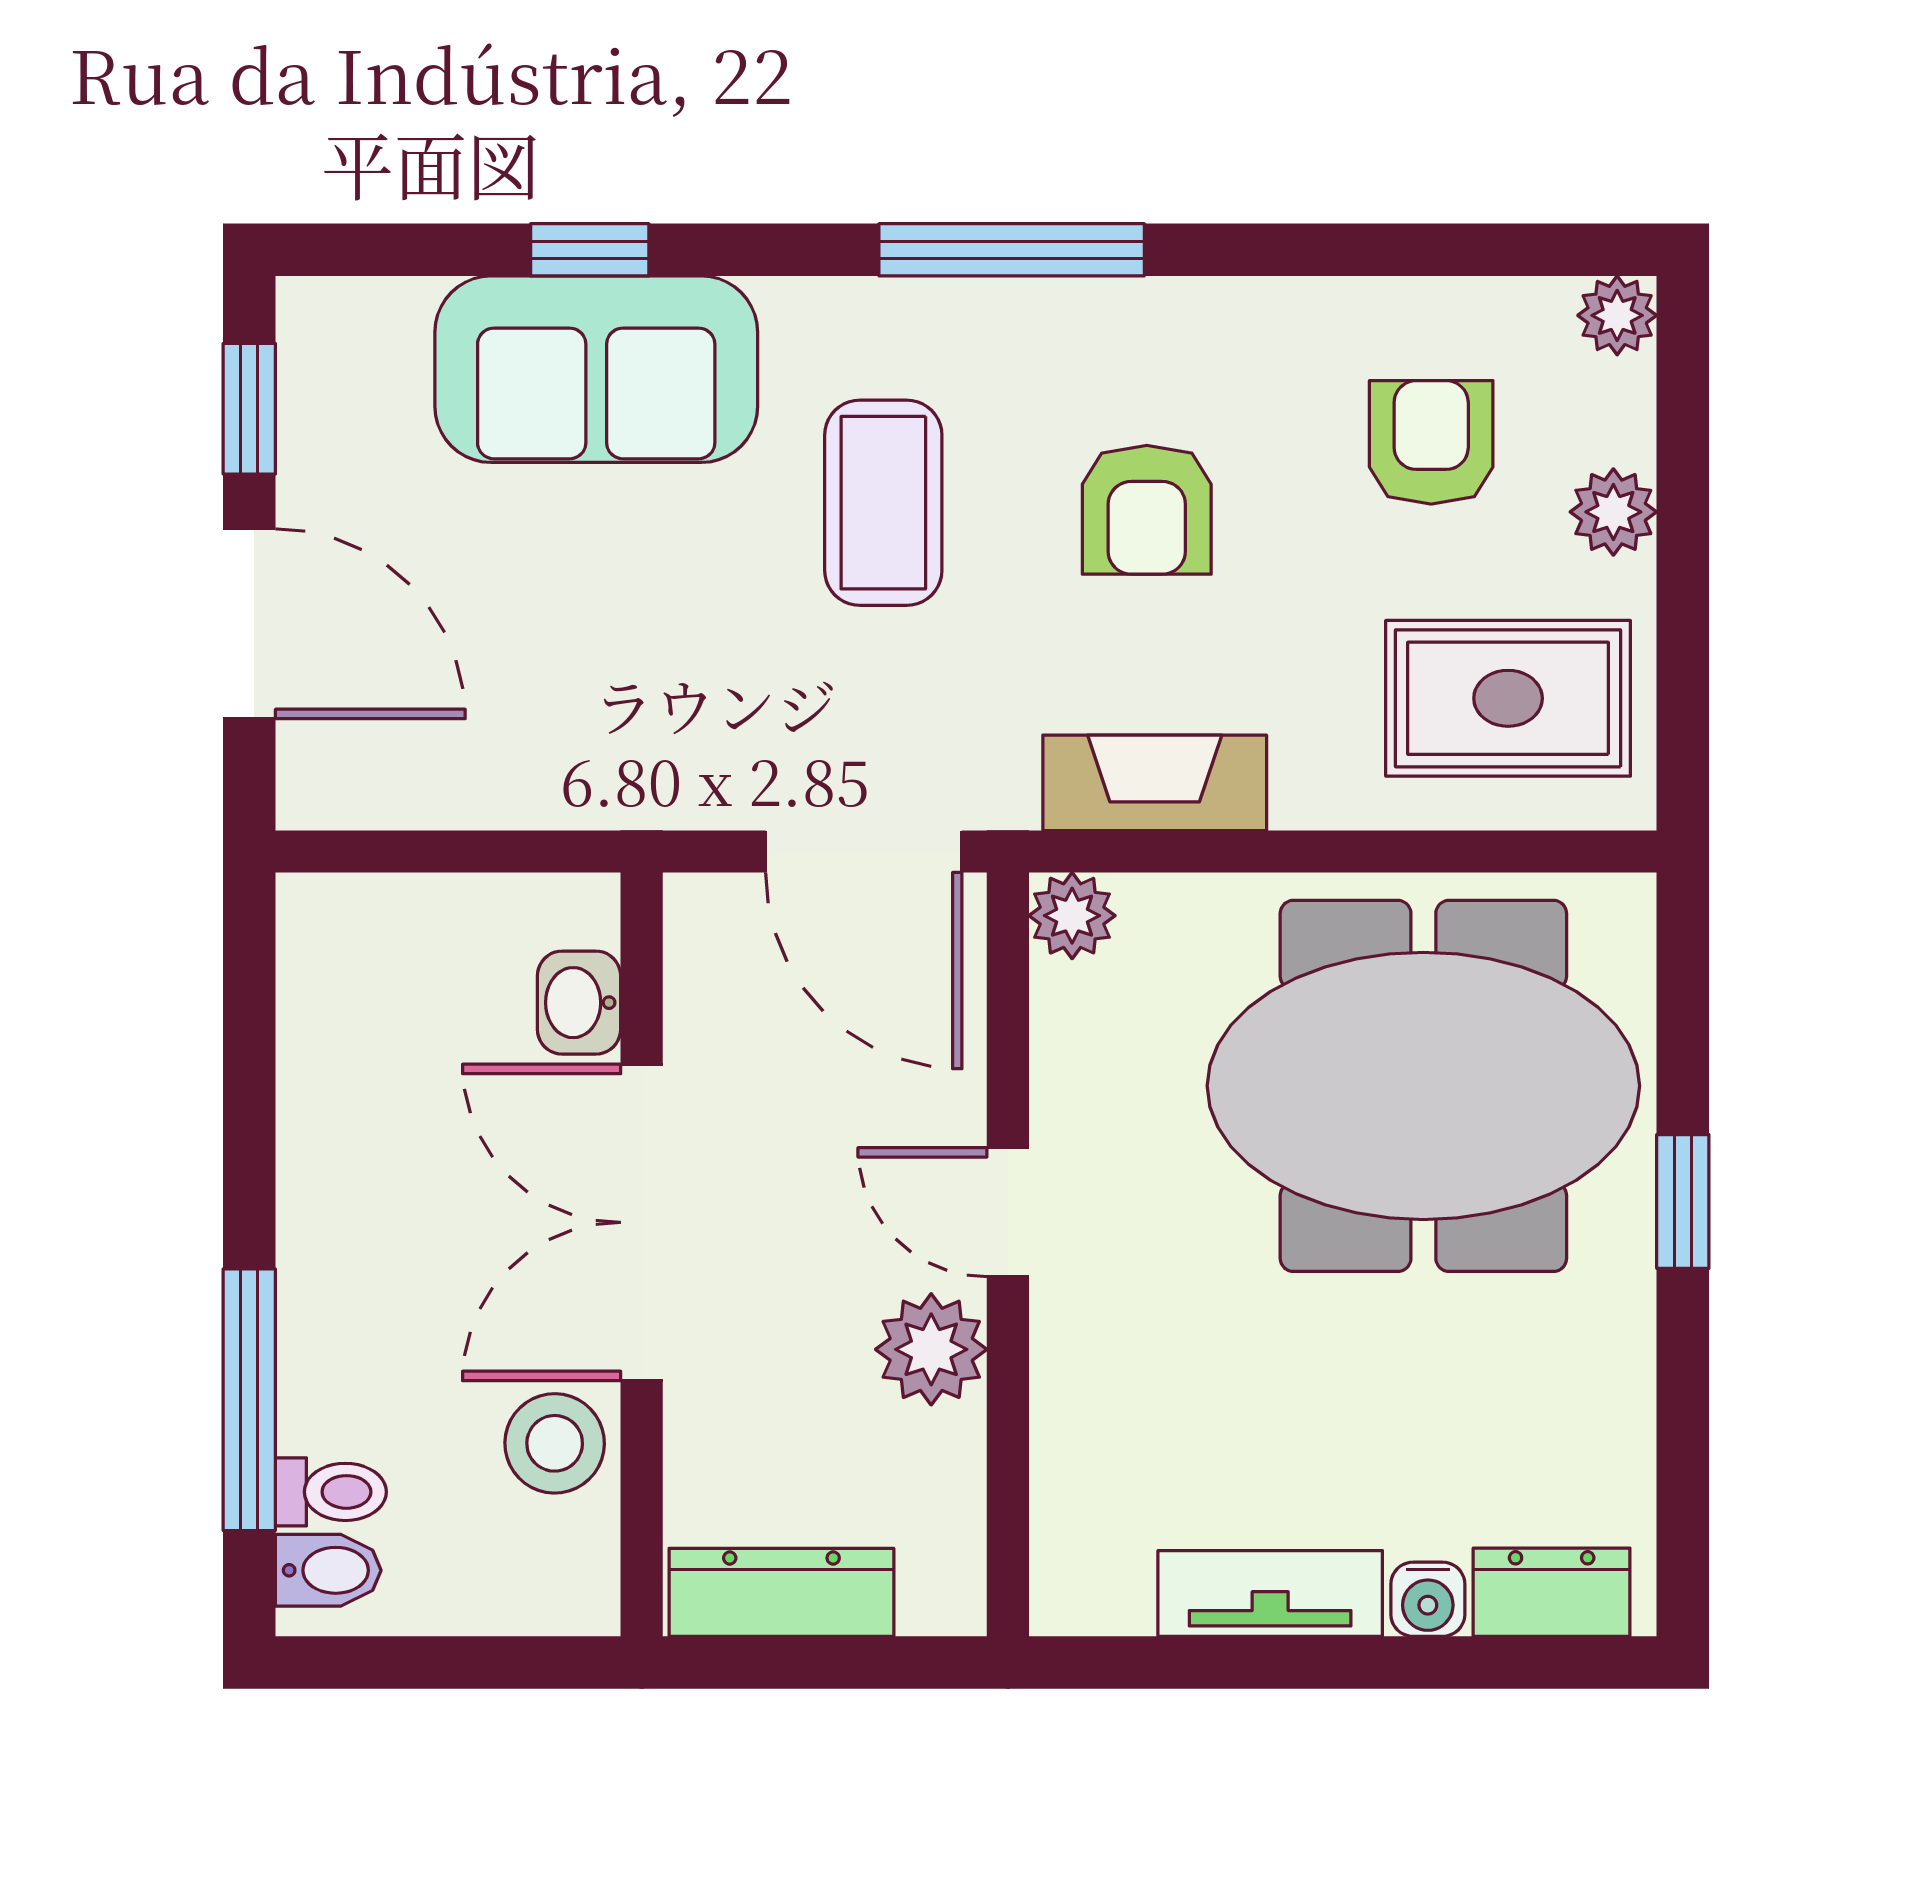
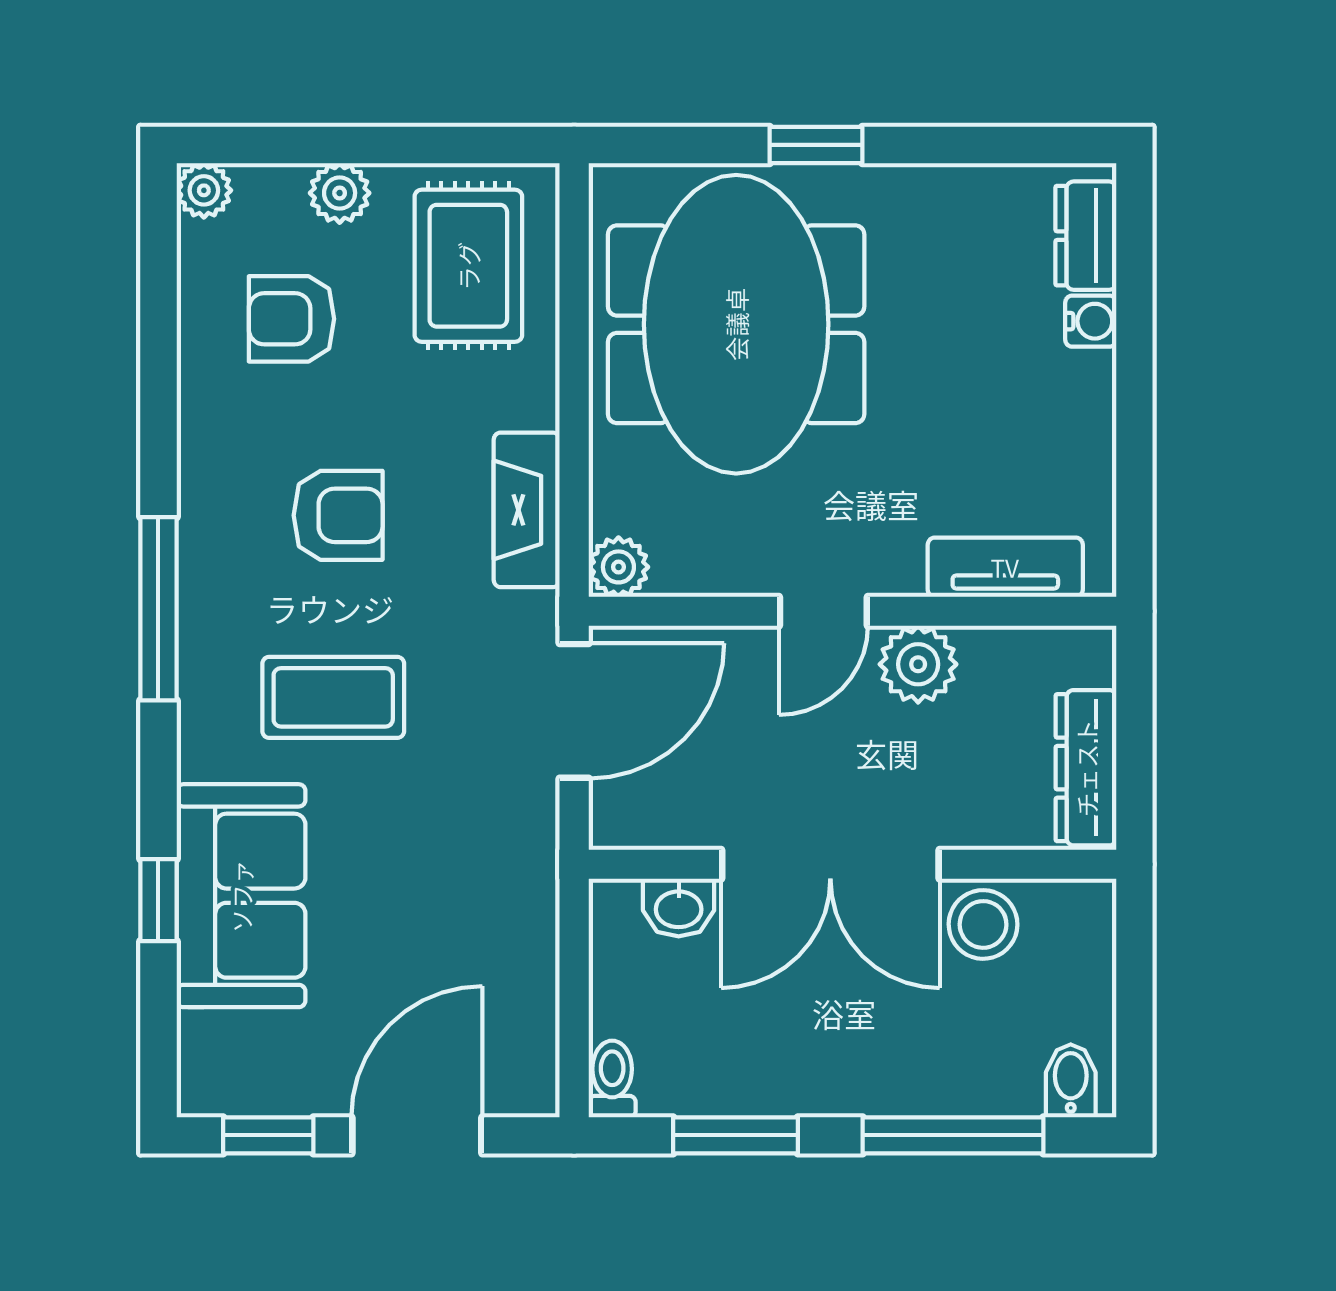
window: (249, 1085) -> (736, 1135), added
toilet: (331, 1492) -> (612, 1079), moved
tv unit: (1270, 1593) -> (1005, 567), moved, turned 90

